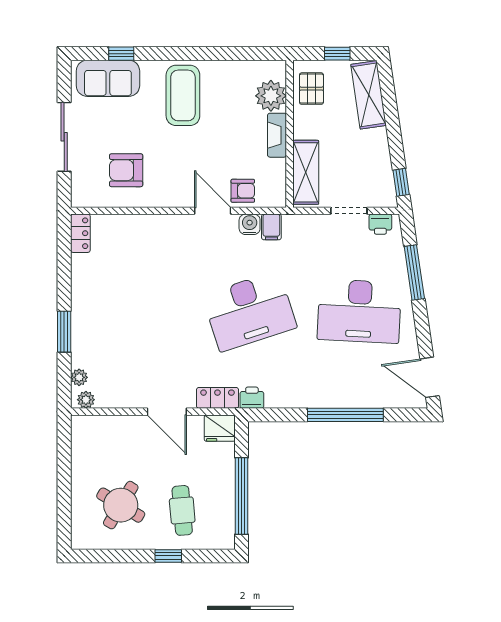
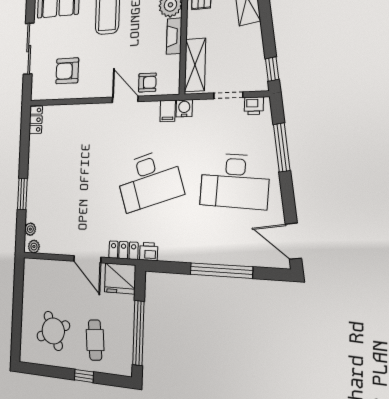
water cooler: (250, 224) -> (184, 108), moved
fridge: (220, 428) -> (120, 279), width x1.36, depth x1.34
round table: (121, 505) -> (53, 331), turned 34

